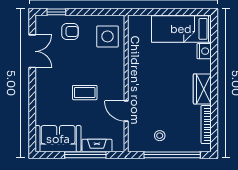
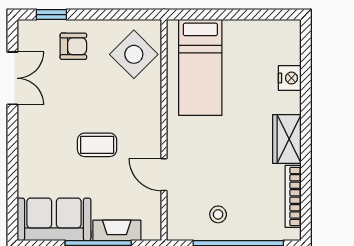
bed: (181, 29) -> (200, 67), moved, turned -90
side table: (107, 36) -> (134, 54), turned 45

